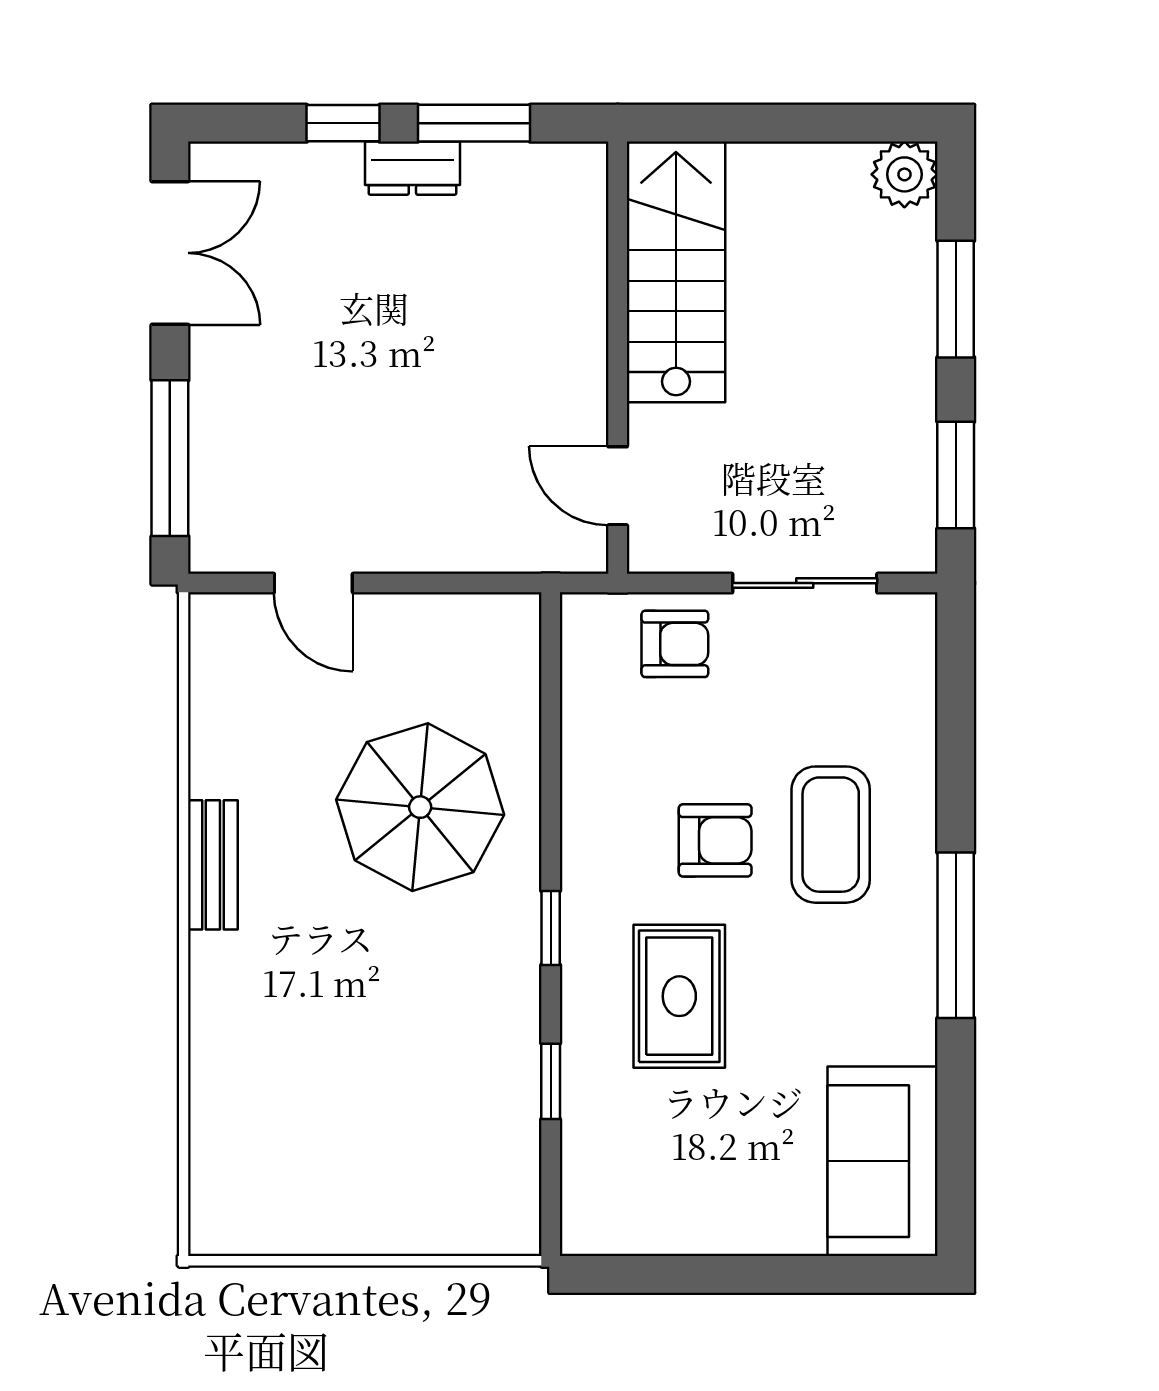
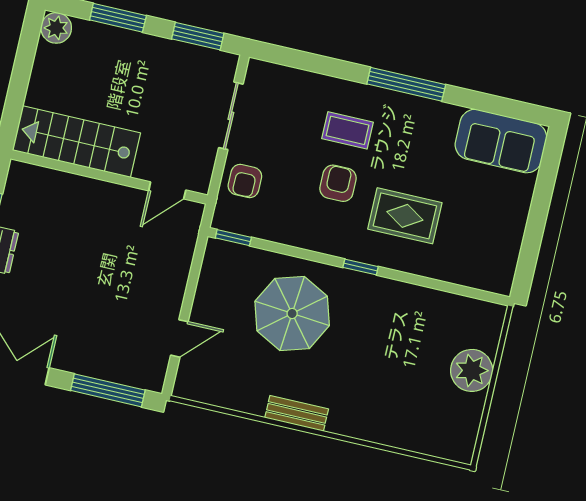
armchair: (675, 644) -> (245, 181), turned 180
coffee table: (831, 835) -> (347, 130), width x0.73, depth x0.77
window: (551, 1081) -> (233, 238), moved
plant: (388, 1211) -> (472, 370), added

